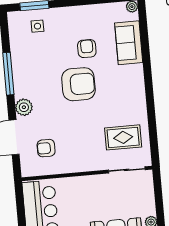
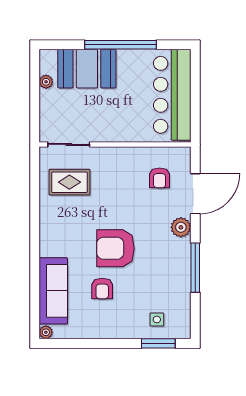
sofa: (129, 43) -> (53, 291), width x1.36
armchair: (46, 148) -> (160, 178), turned 90

